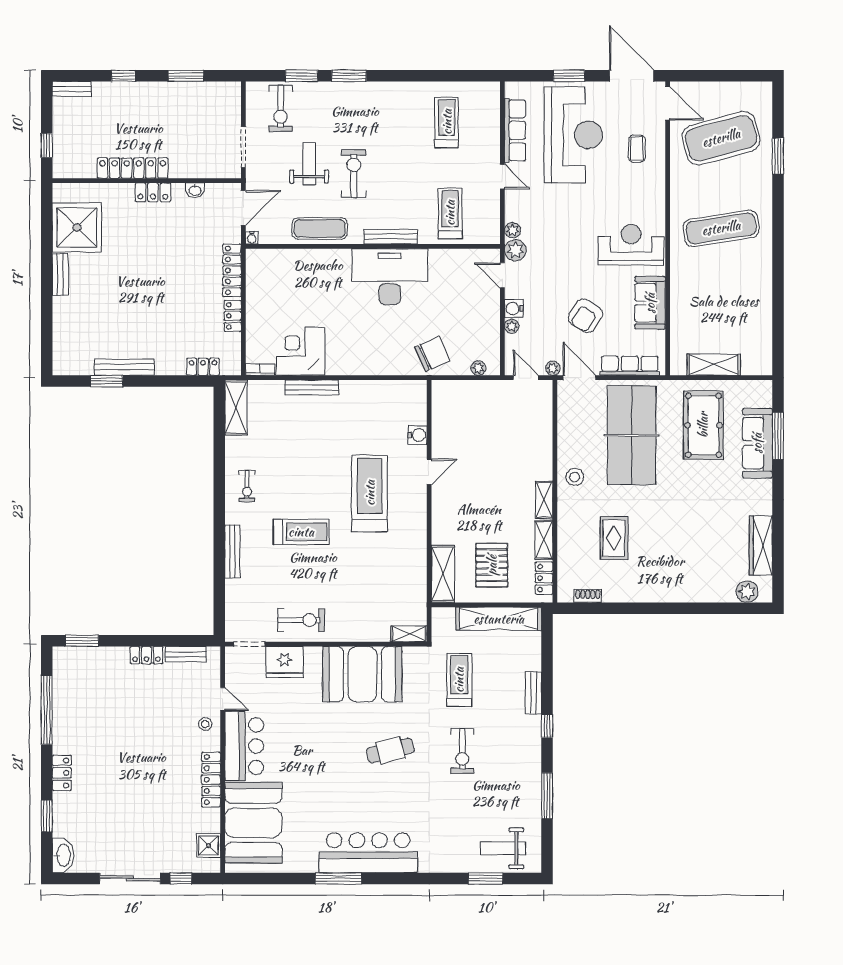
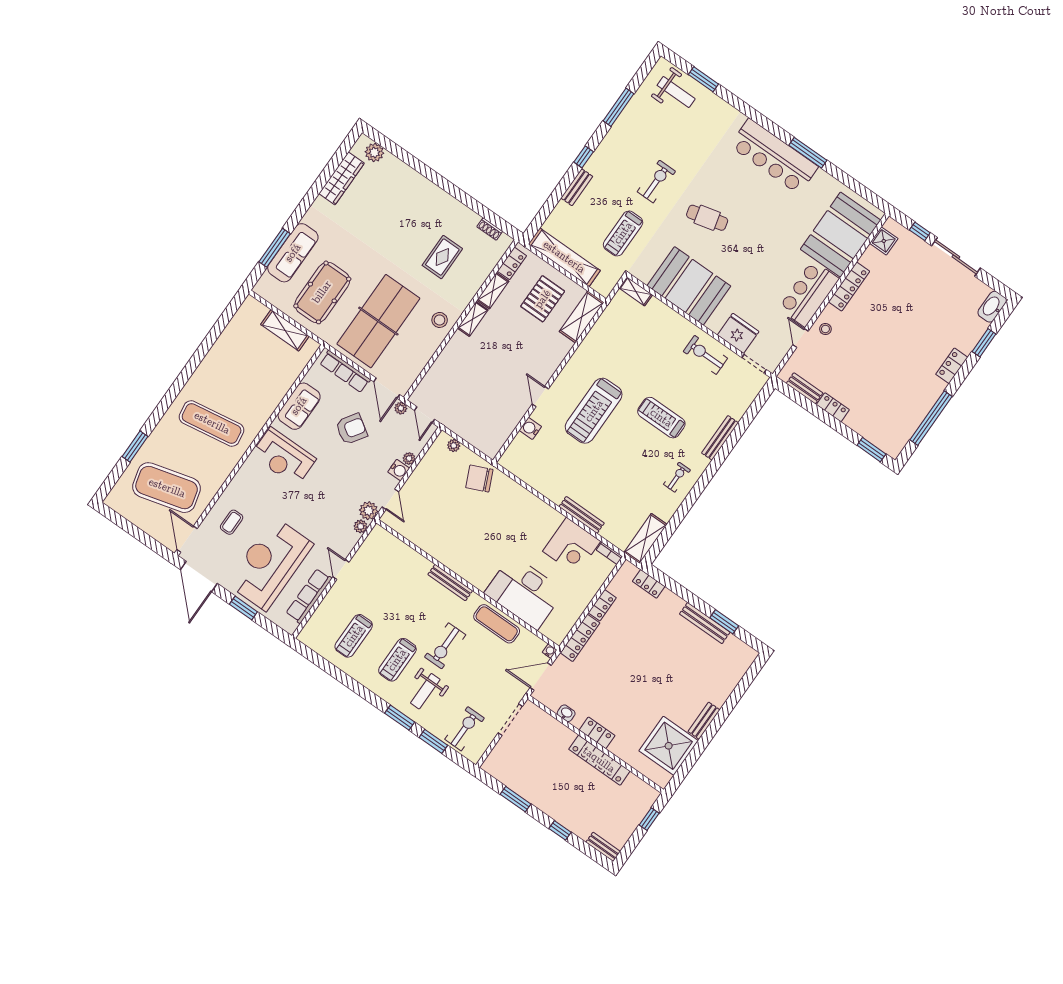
weight bench: (309, 164) -> (425, 691), moved
treadmill: (450, 213) -> (397, 660), moved
desk: (390, 277) -> (524, 592), moved
door: (429, 472) -> (540, 396), hinge flipped

